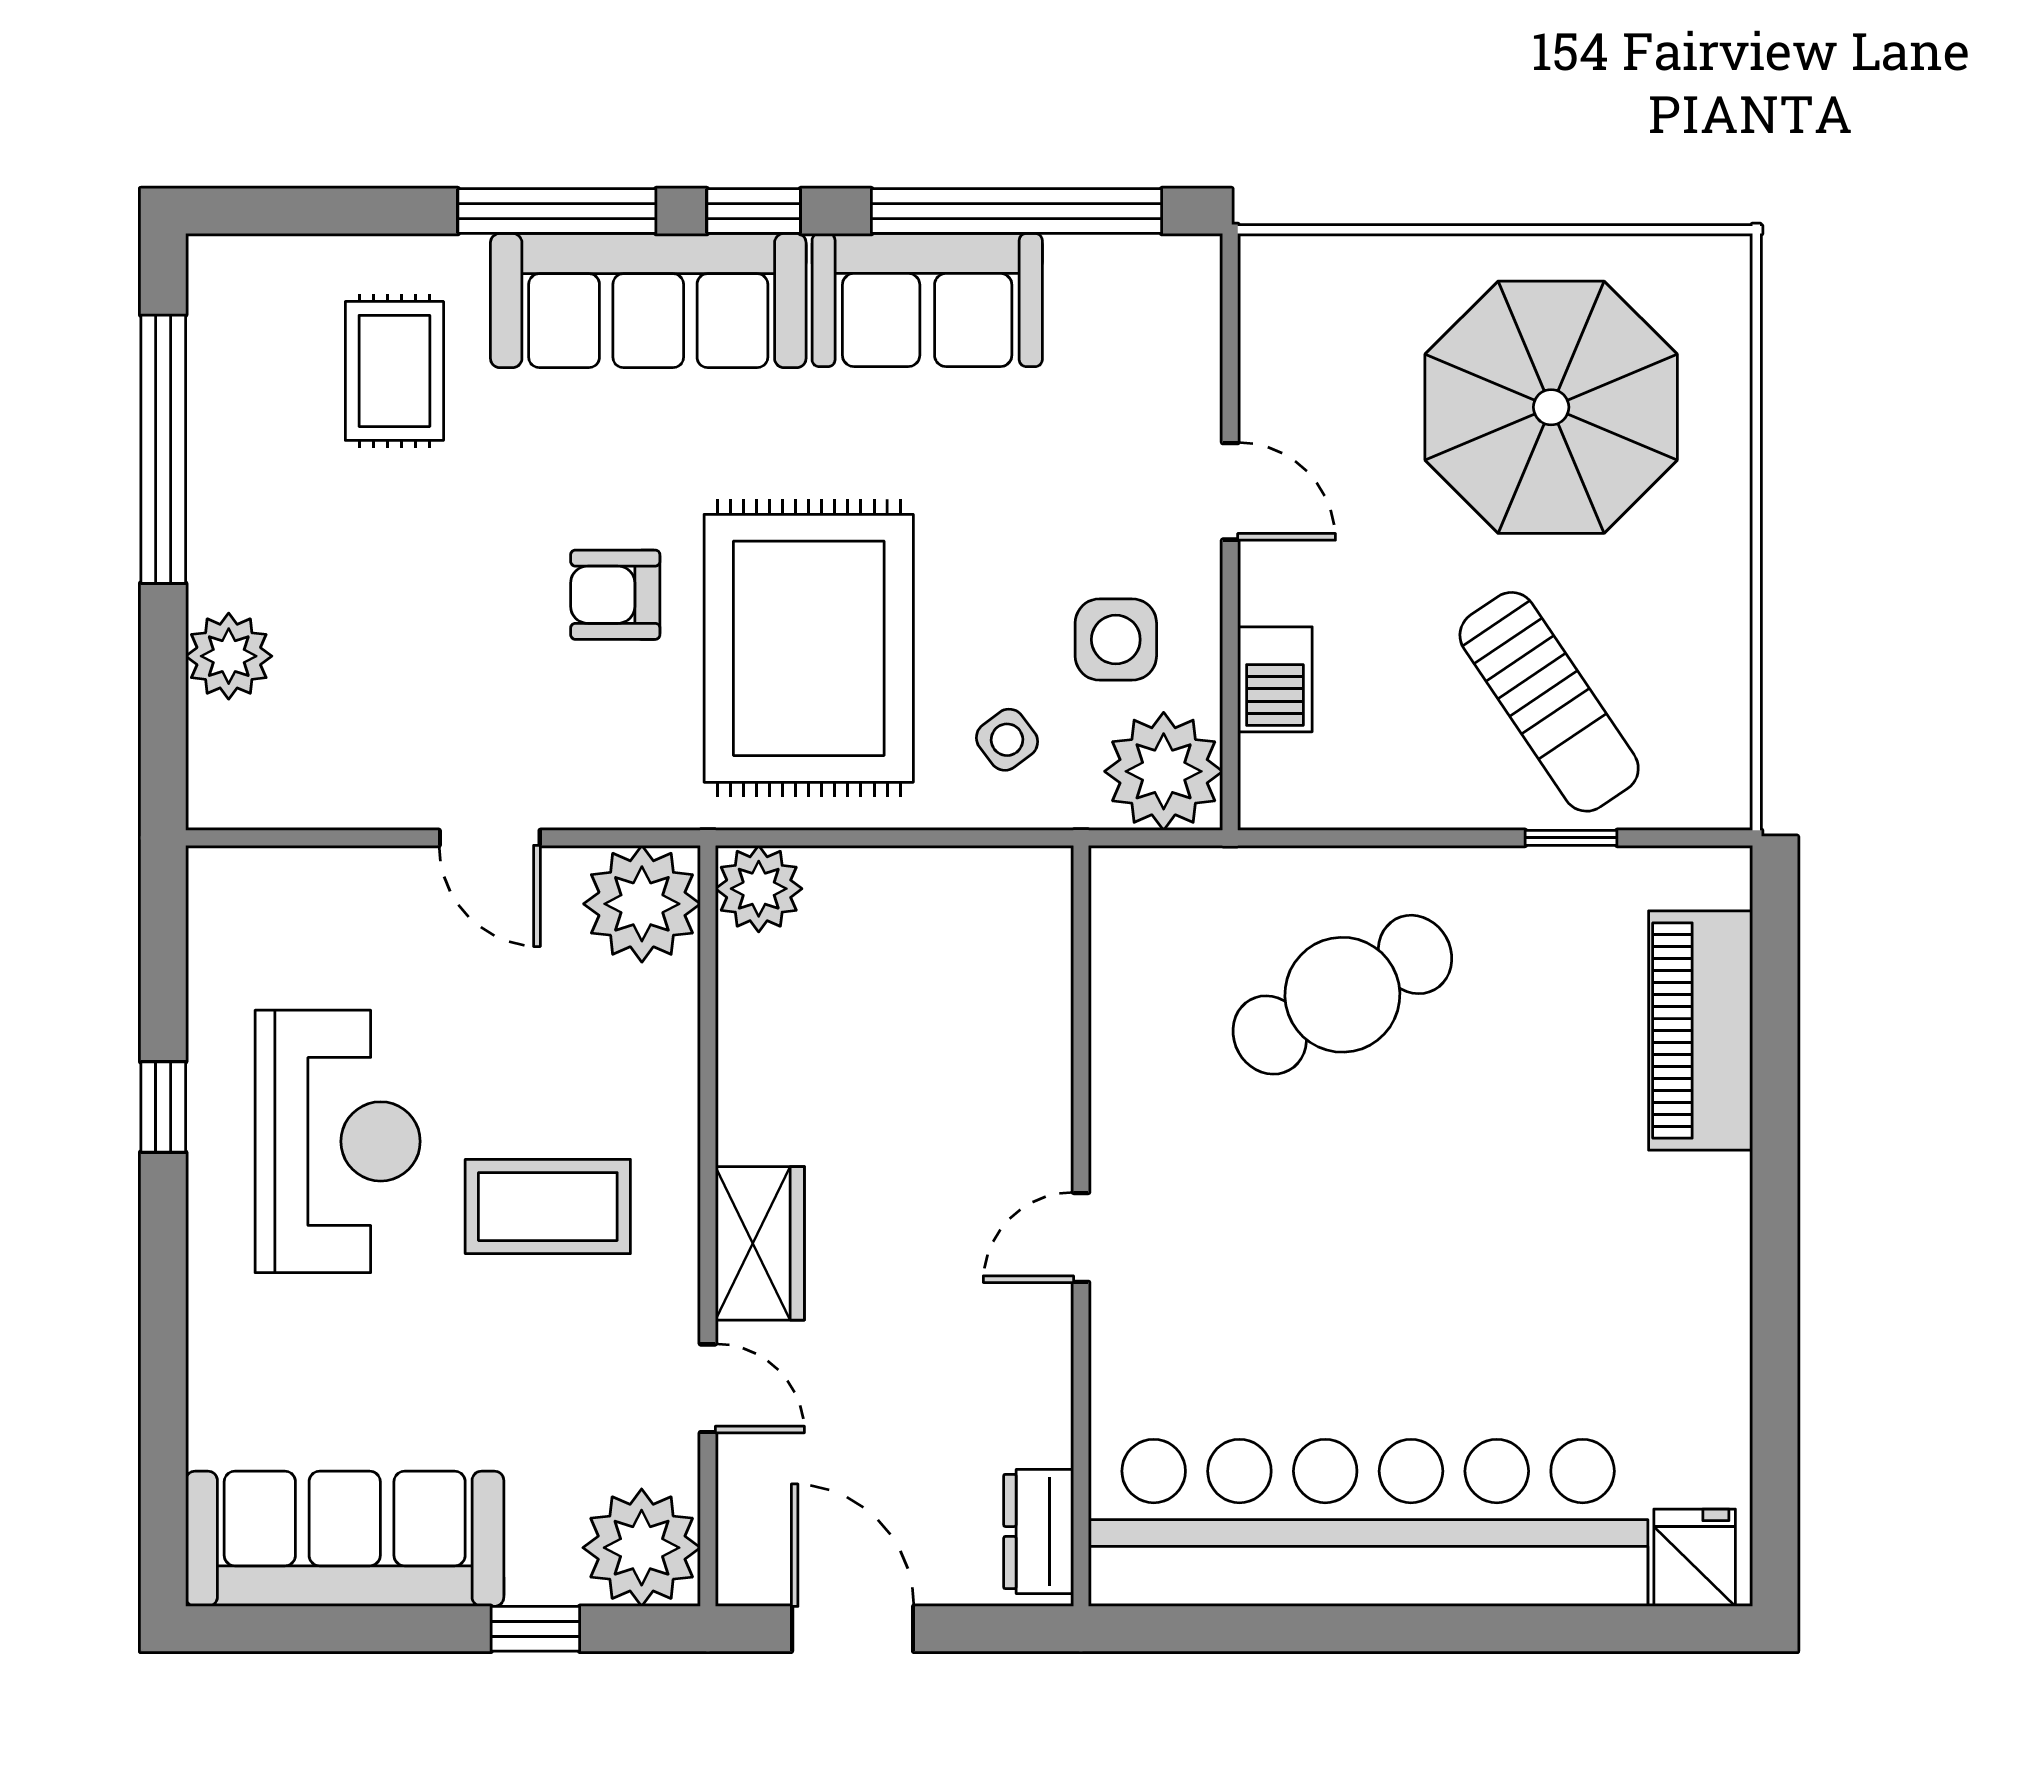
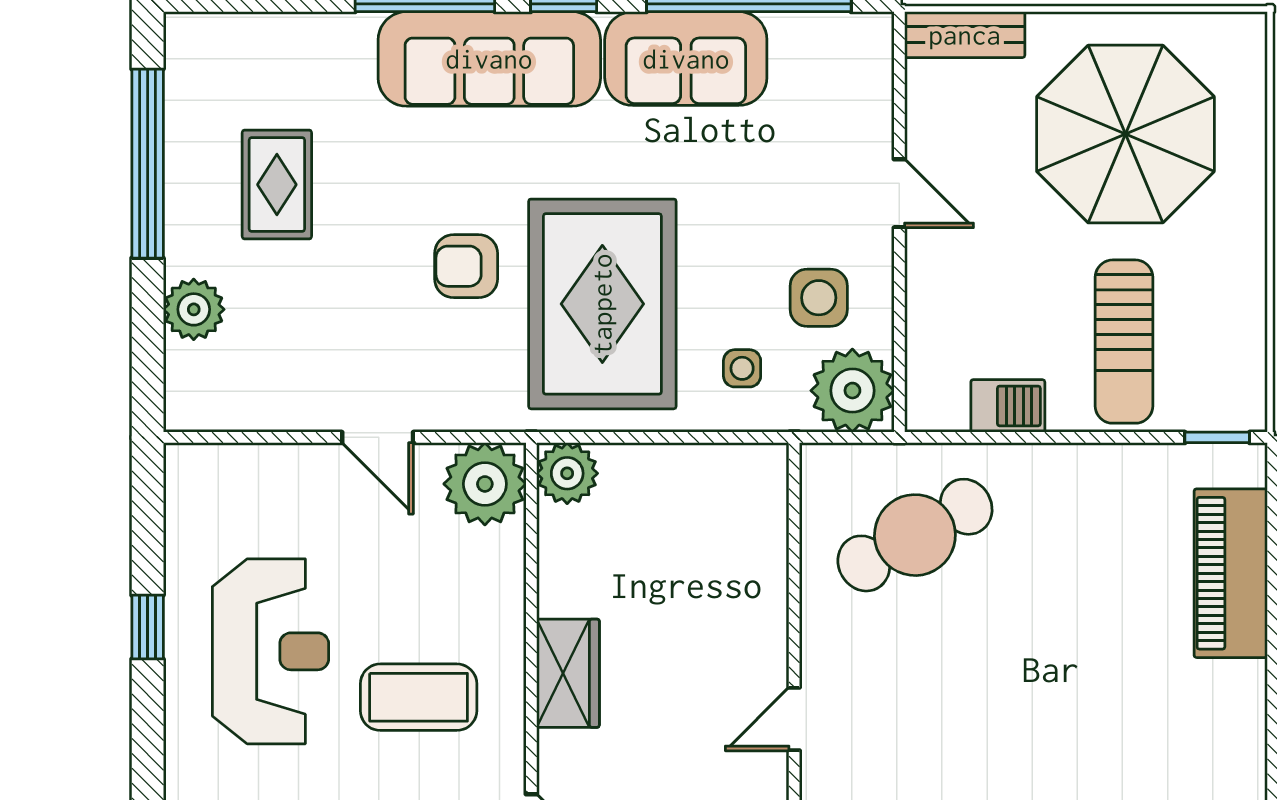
bench: (1323, 266) -> (965, 35), added
rug: (394, 371) -> (277, 185), moved
barbecue: (1275, 679) -> (1008, 406), moved, turned -90
sun lounger: (1549, 702) -> (1124, 342), turned 34
side table: (1007, 740) -> (742, 368), turned 37
window: (1571, 838) -> (1217, 437), moved
cafe table: (1342, 995) -> (915, 535), moved
wardrobe: (760, 1243) -> (568, 673), moved

